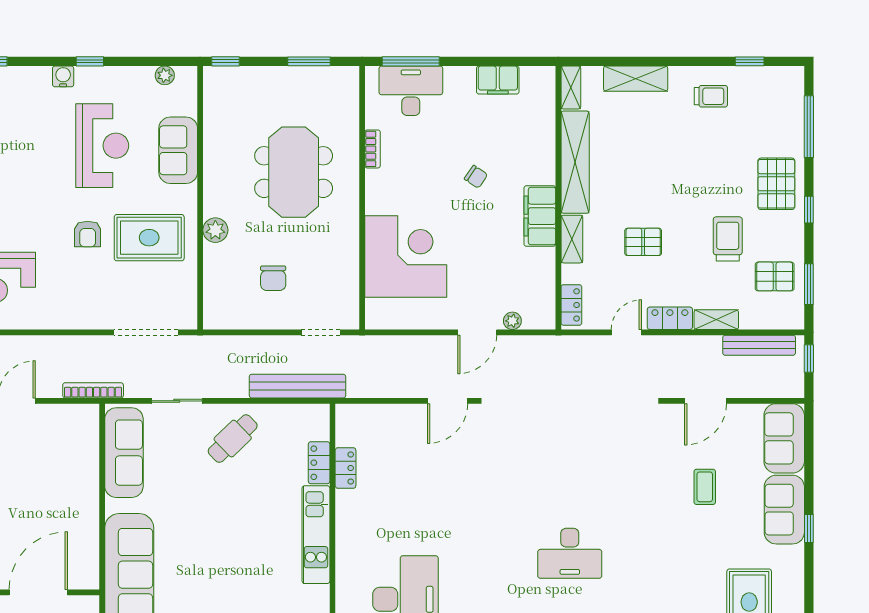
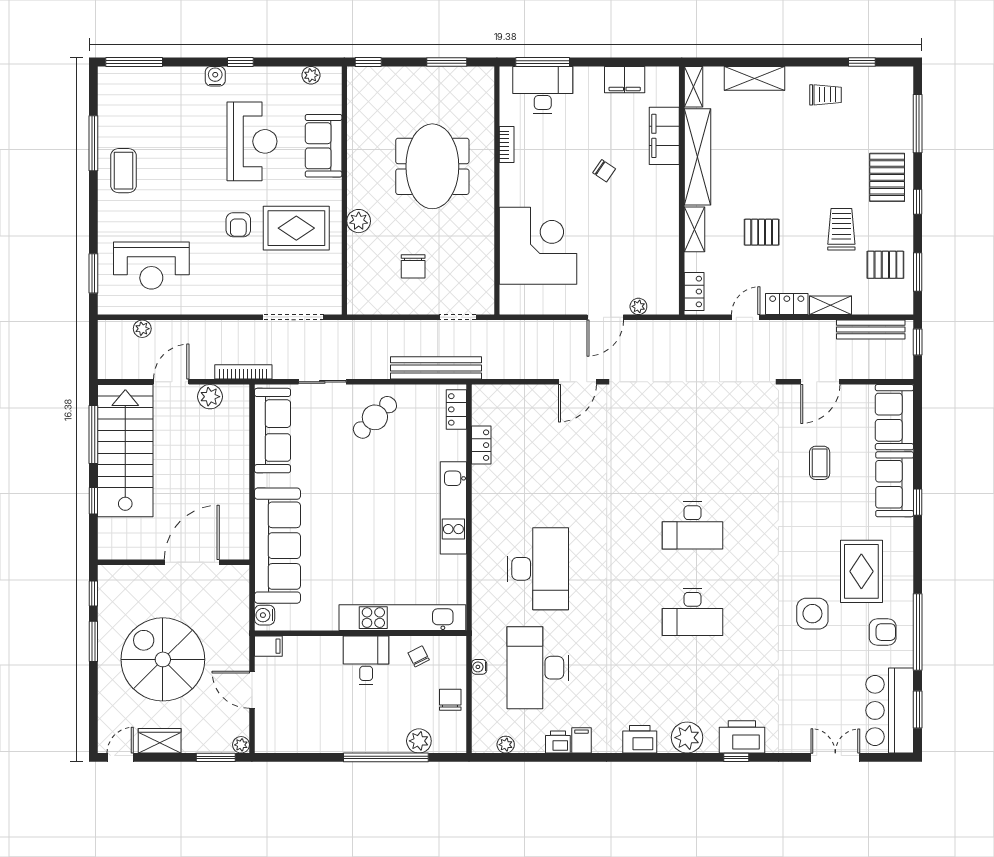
filing cabinet: (540, 216) -> (664, 136), moved
plant: (58, 417) -> (210, 397), added
locker: (319, 463) -> (456, 409), moved

